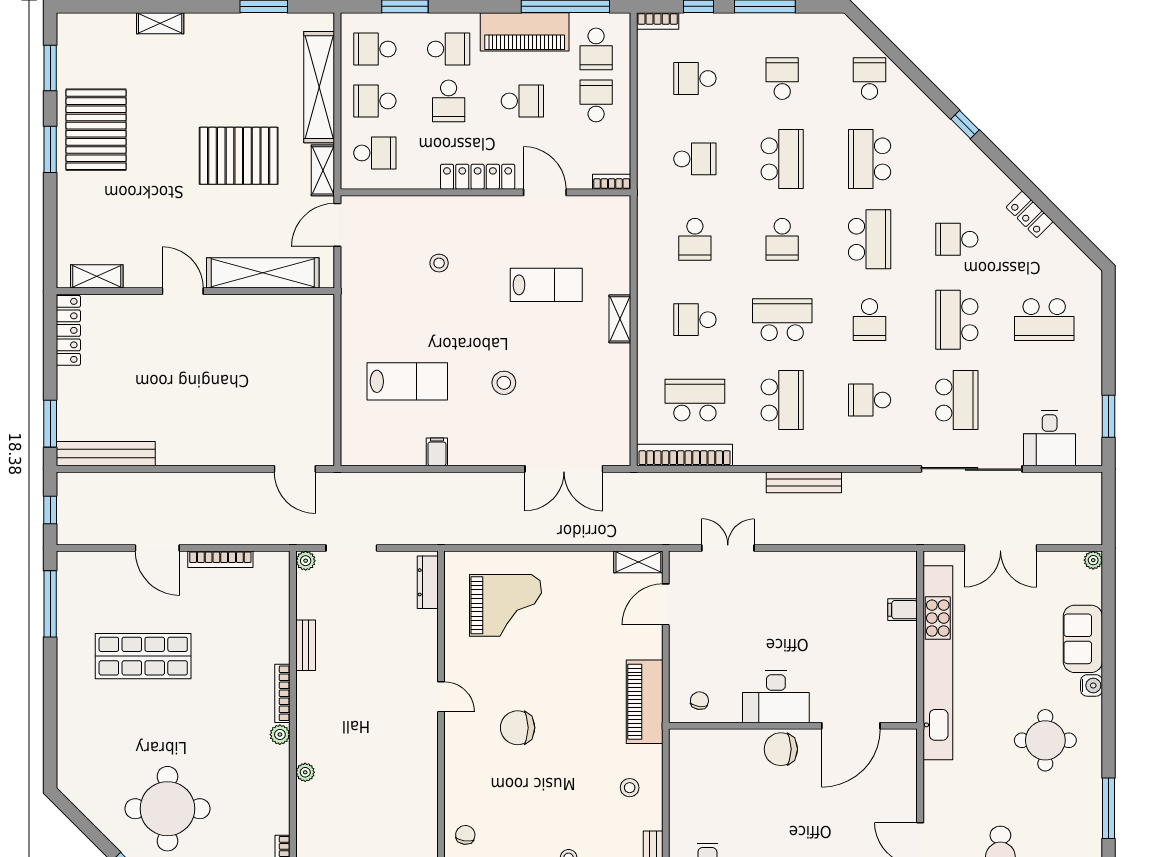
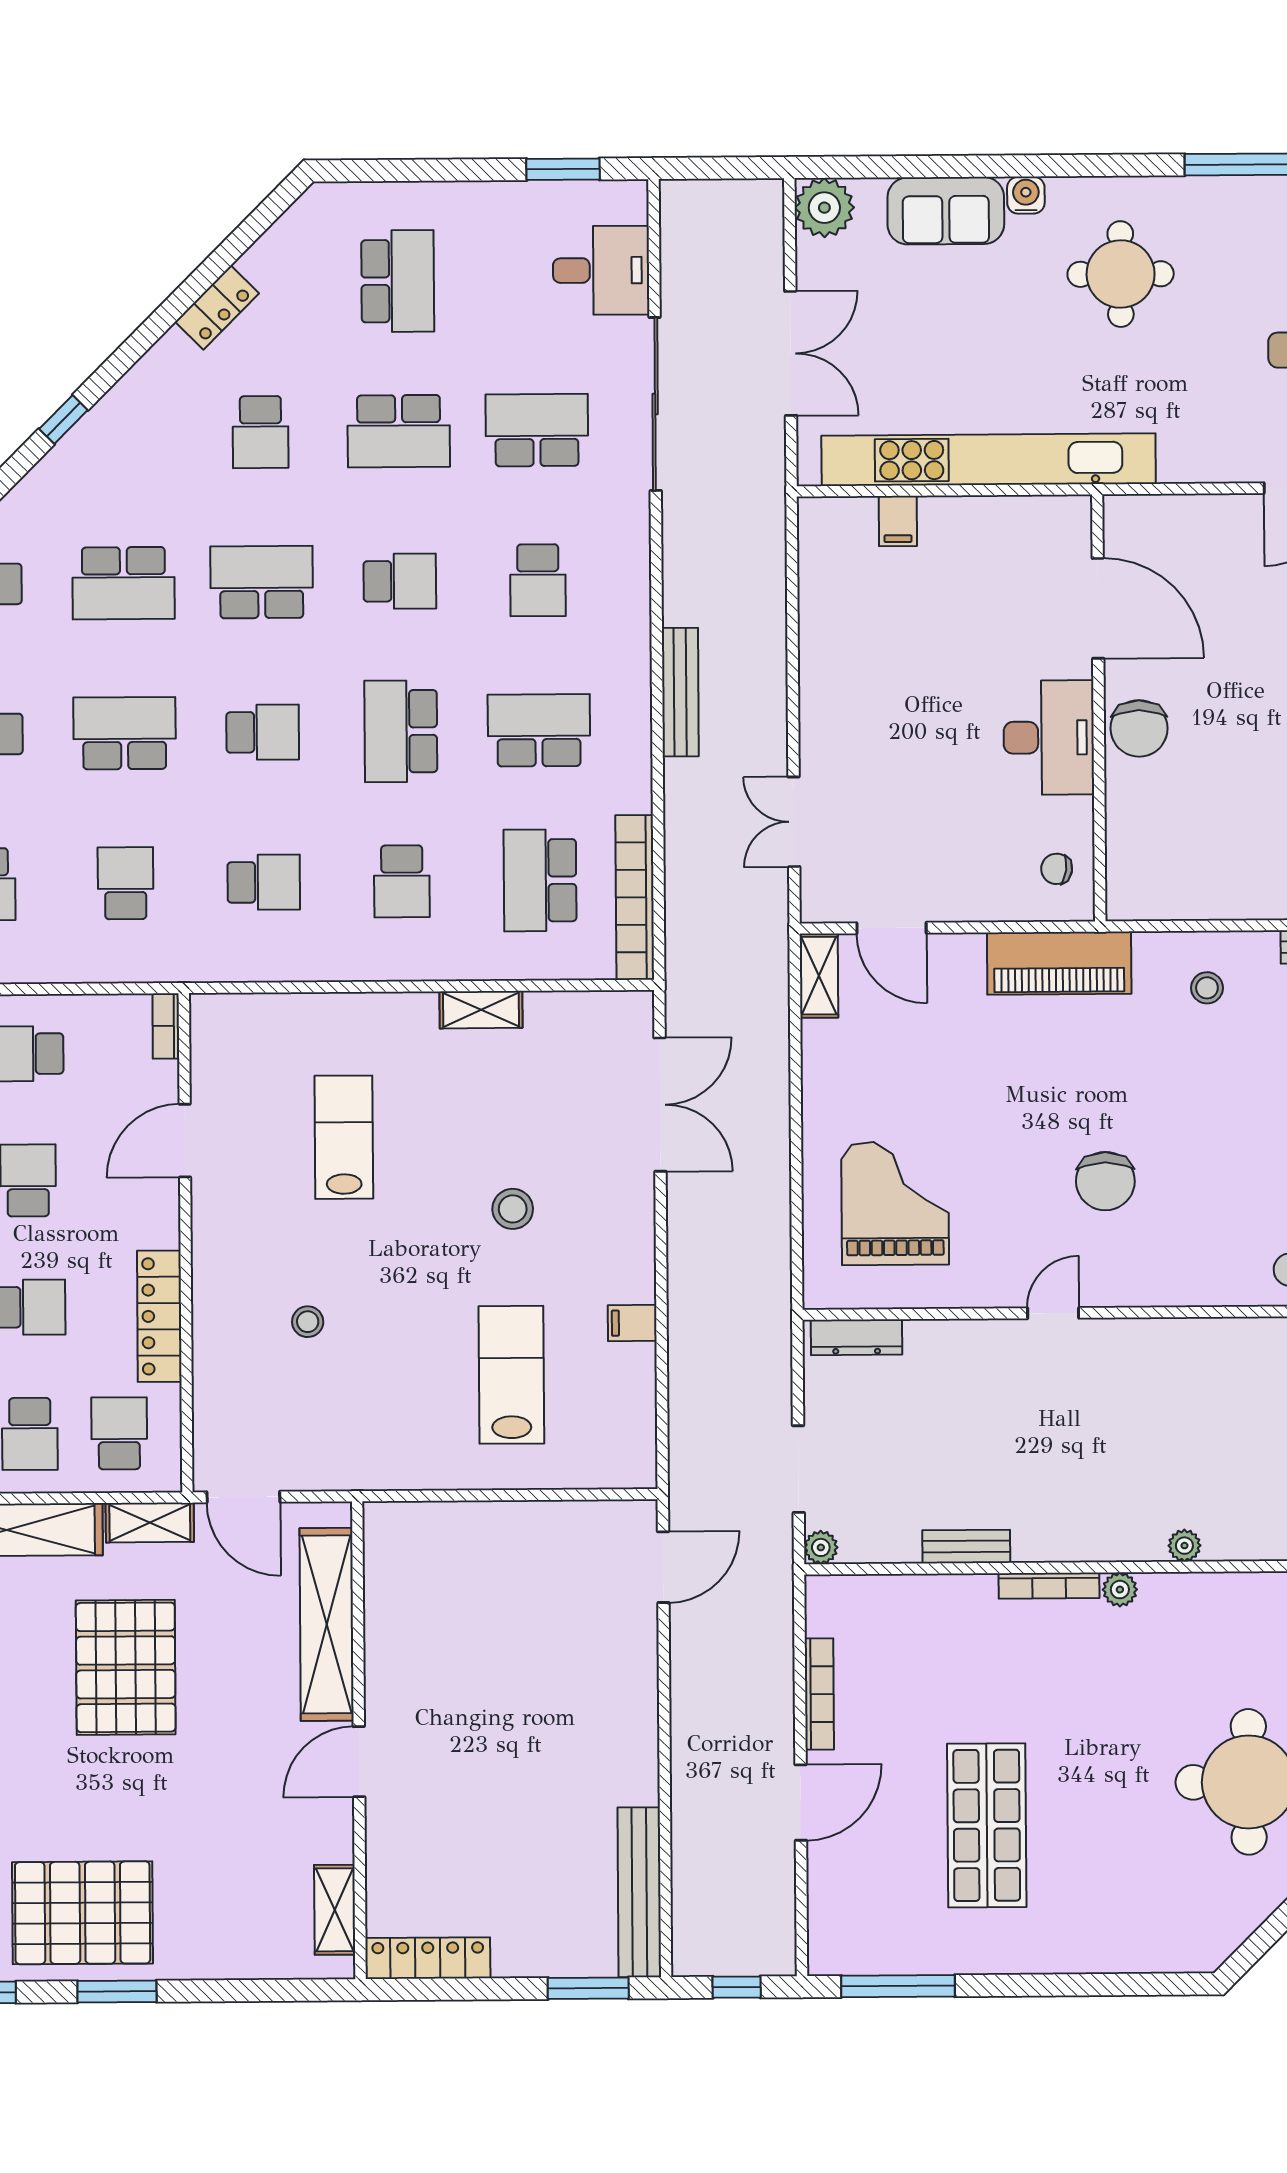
locker: (478, 177) -> (159, 1316), moved
shelving: (620, 319) -> (481, 1010), moved
plant: (1093, 560) -> (824, 208), width x1.88, depth x1.88

